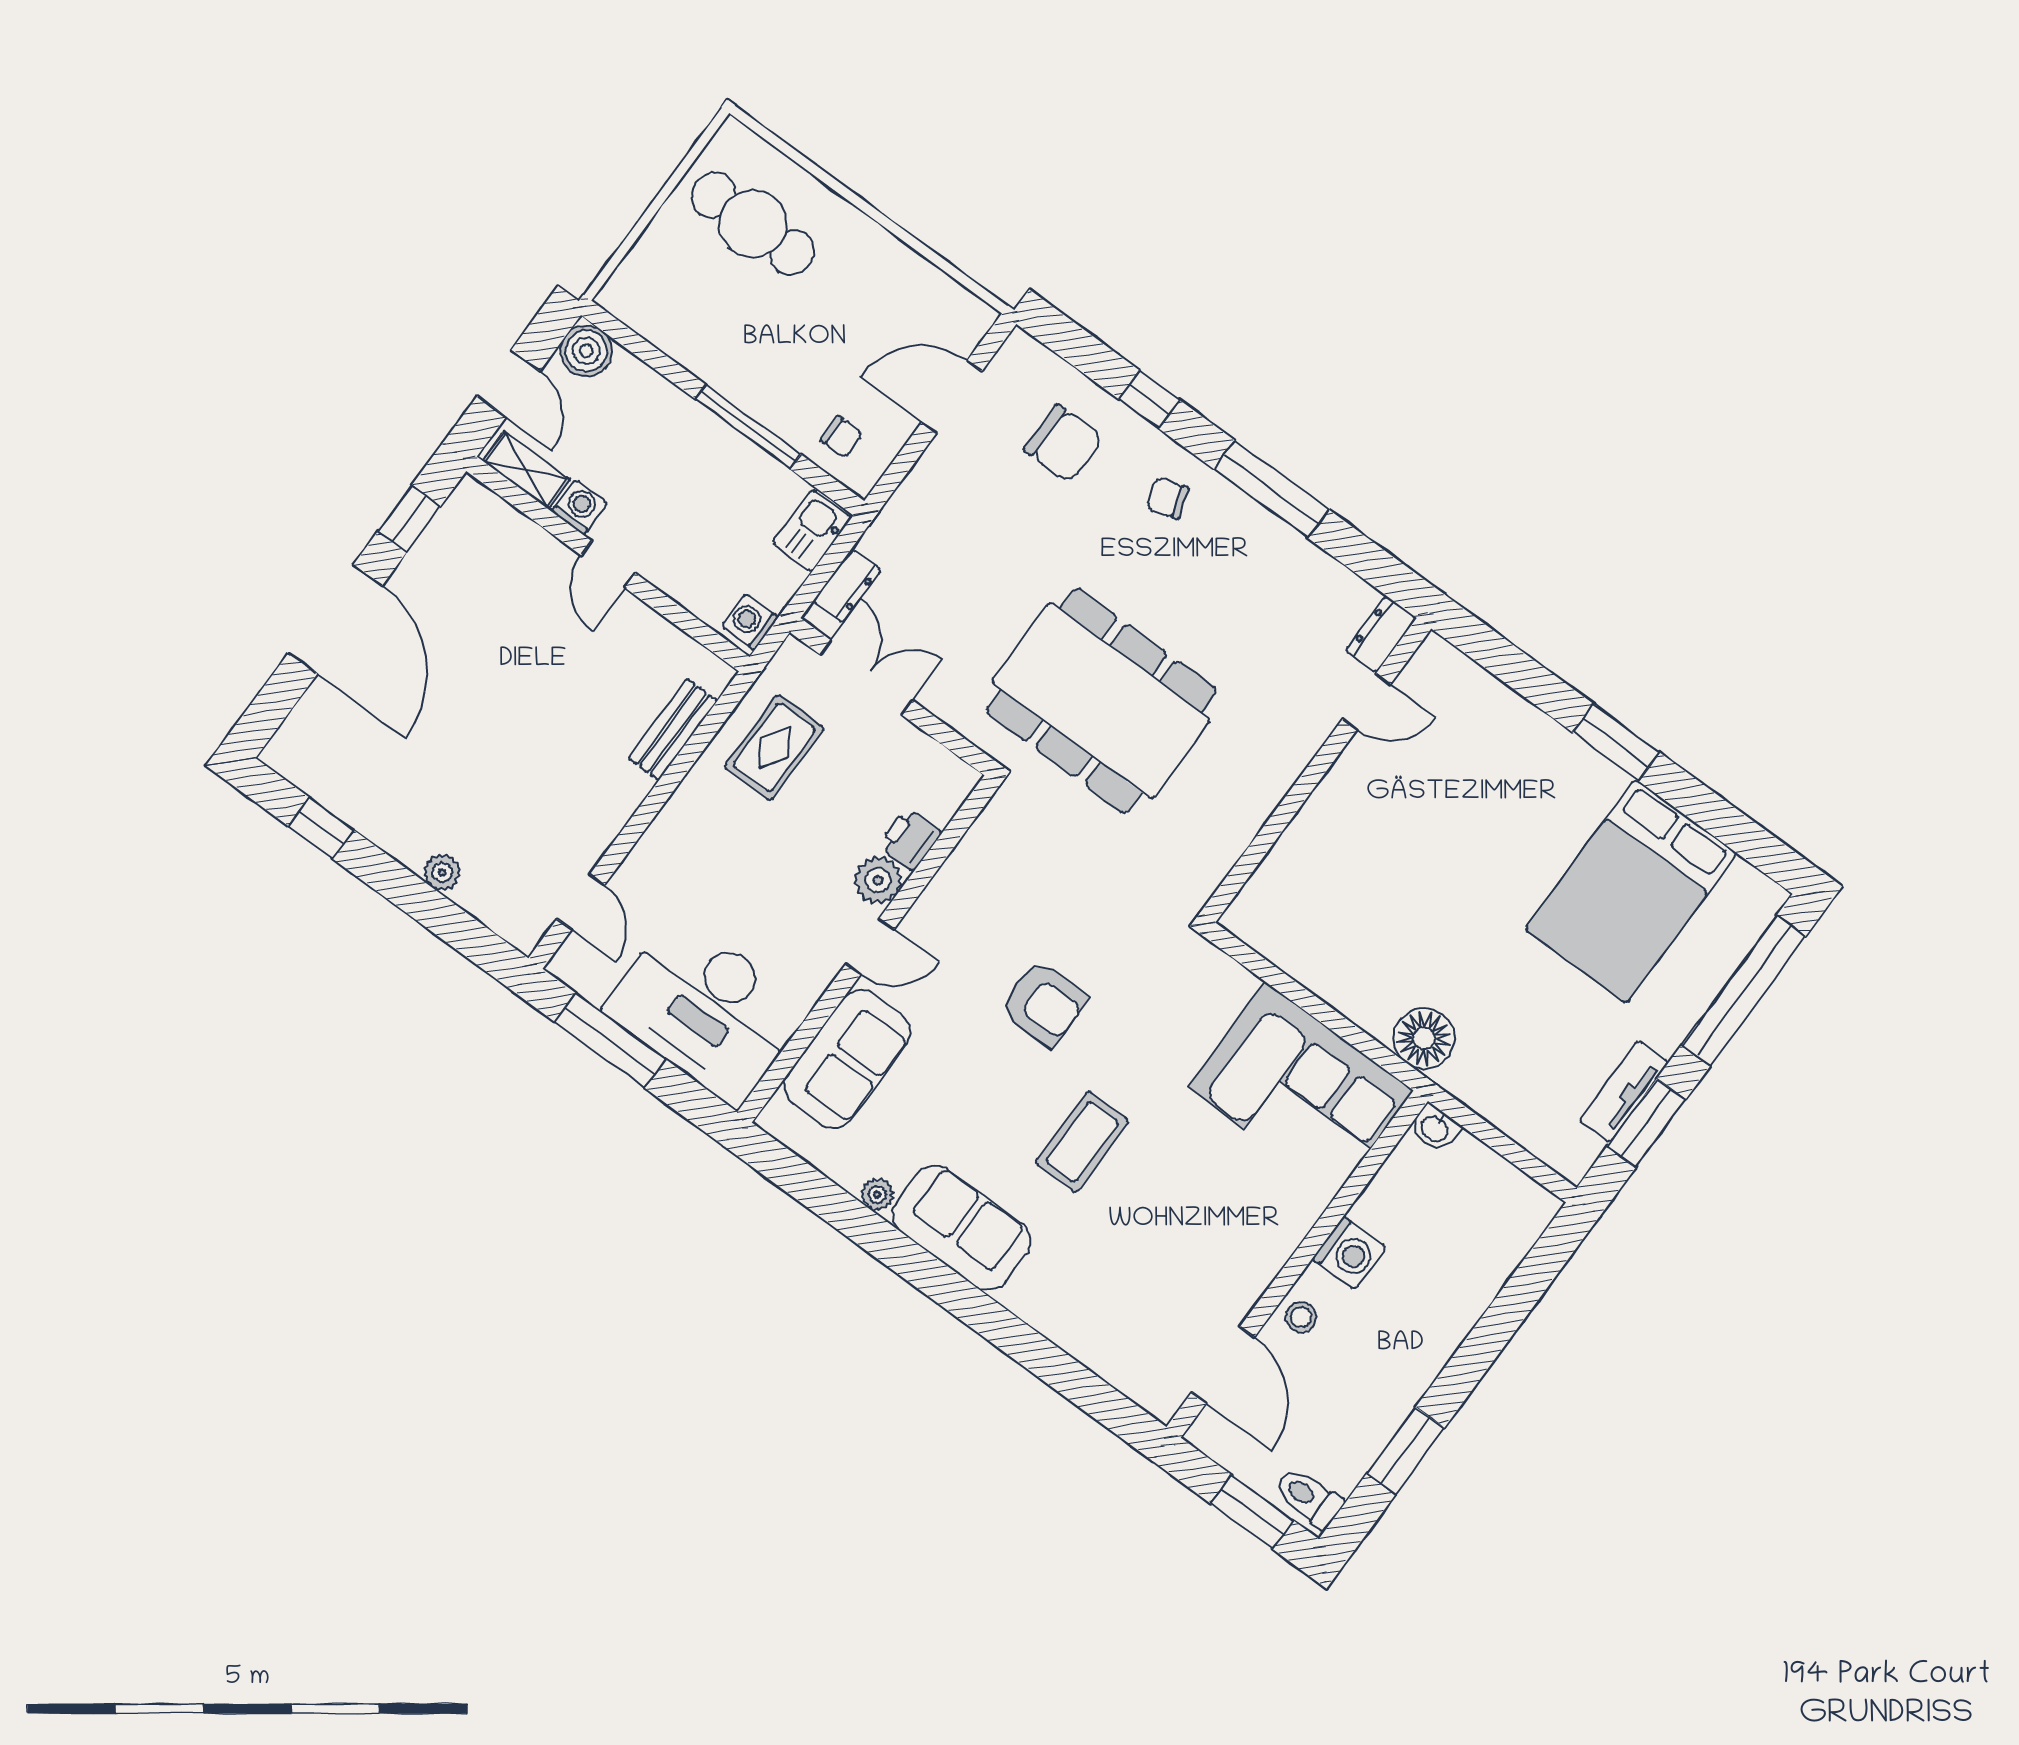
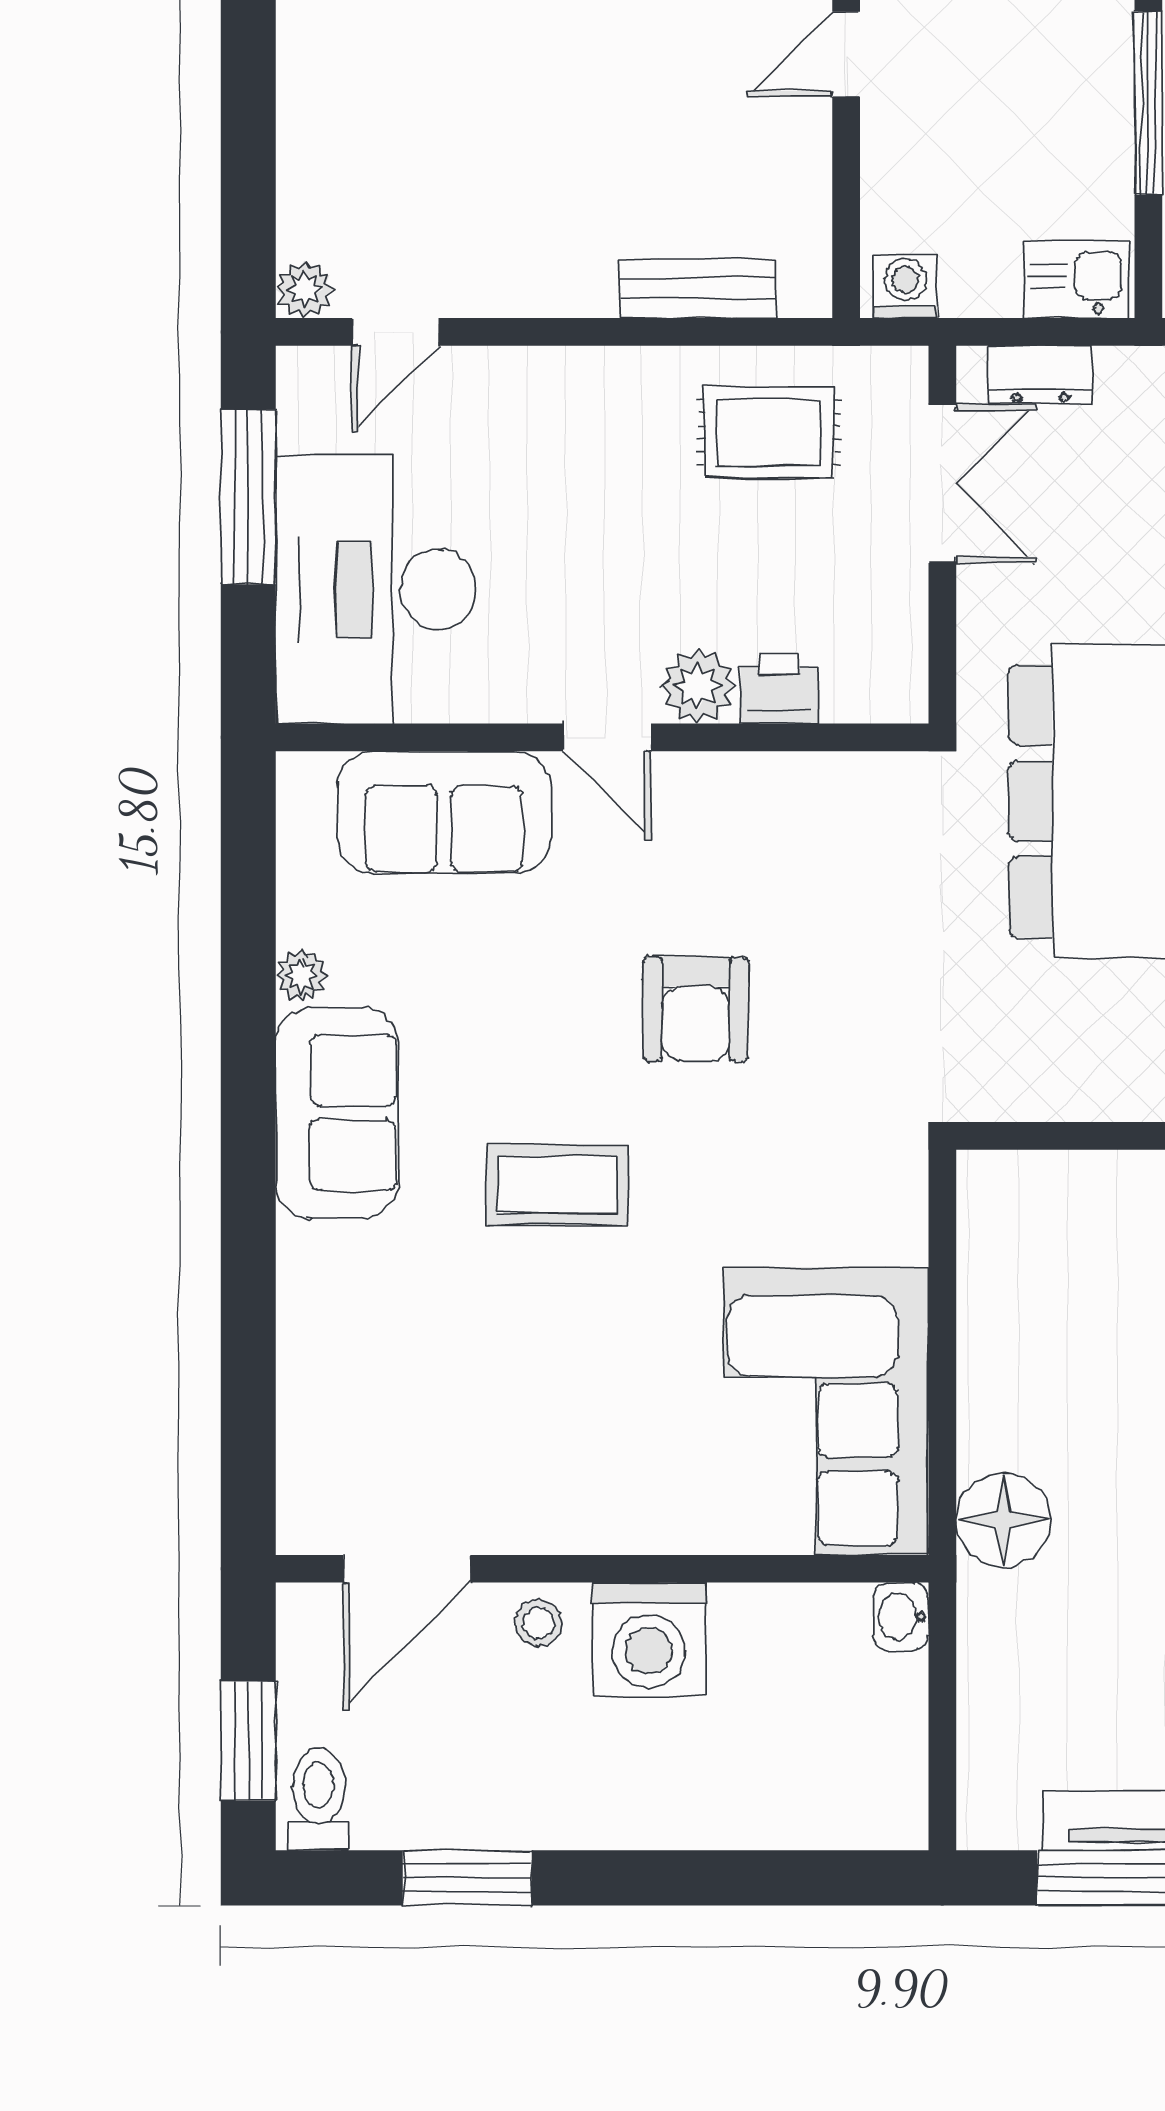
plant: (442, 872) -> (304, 289), moved
washing machine: (1349, 1253) -> (649, 1639), width x1.37, depth x1.37

